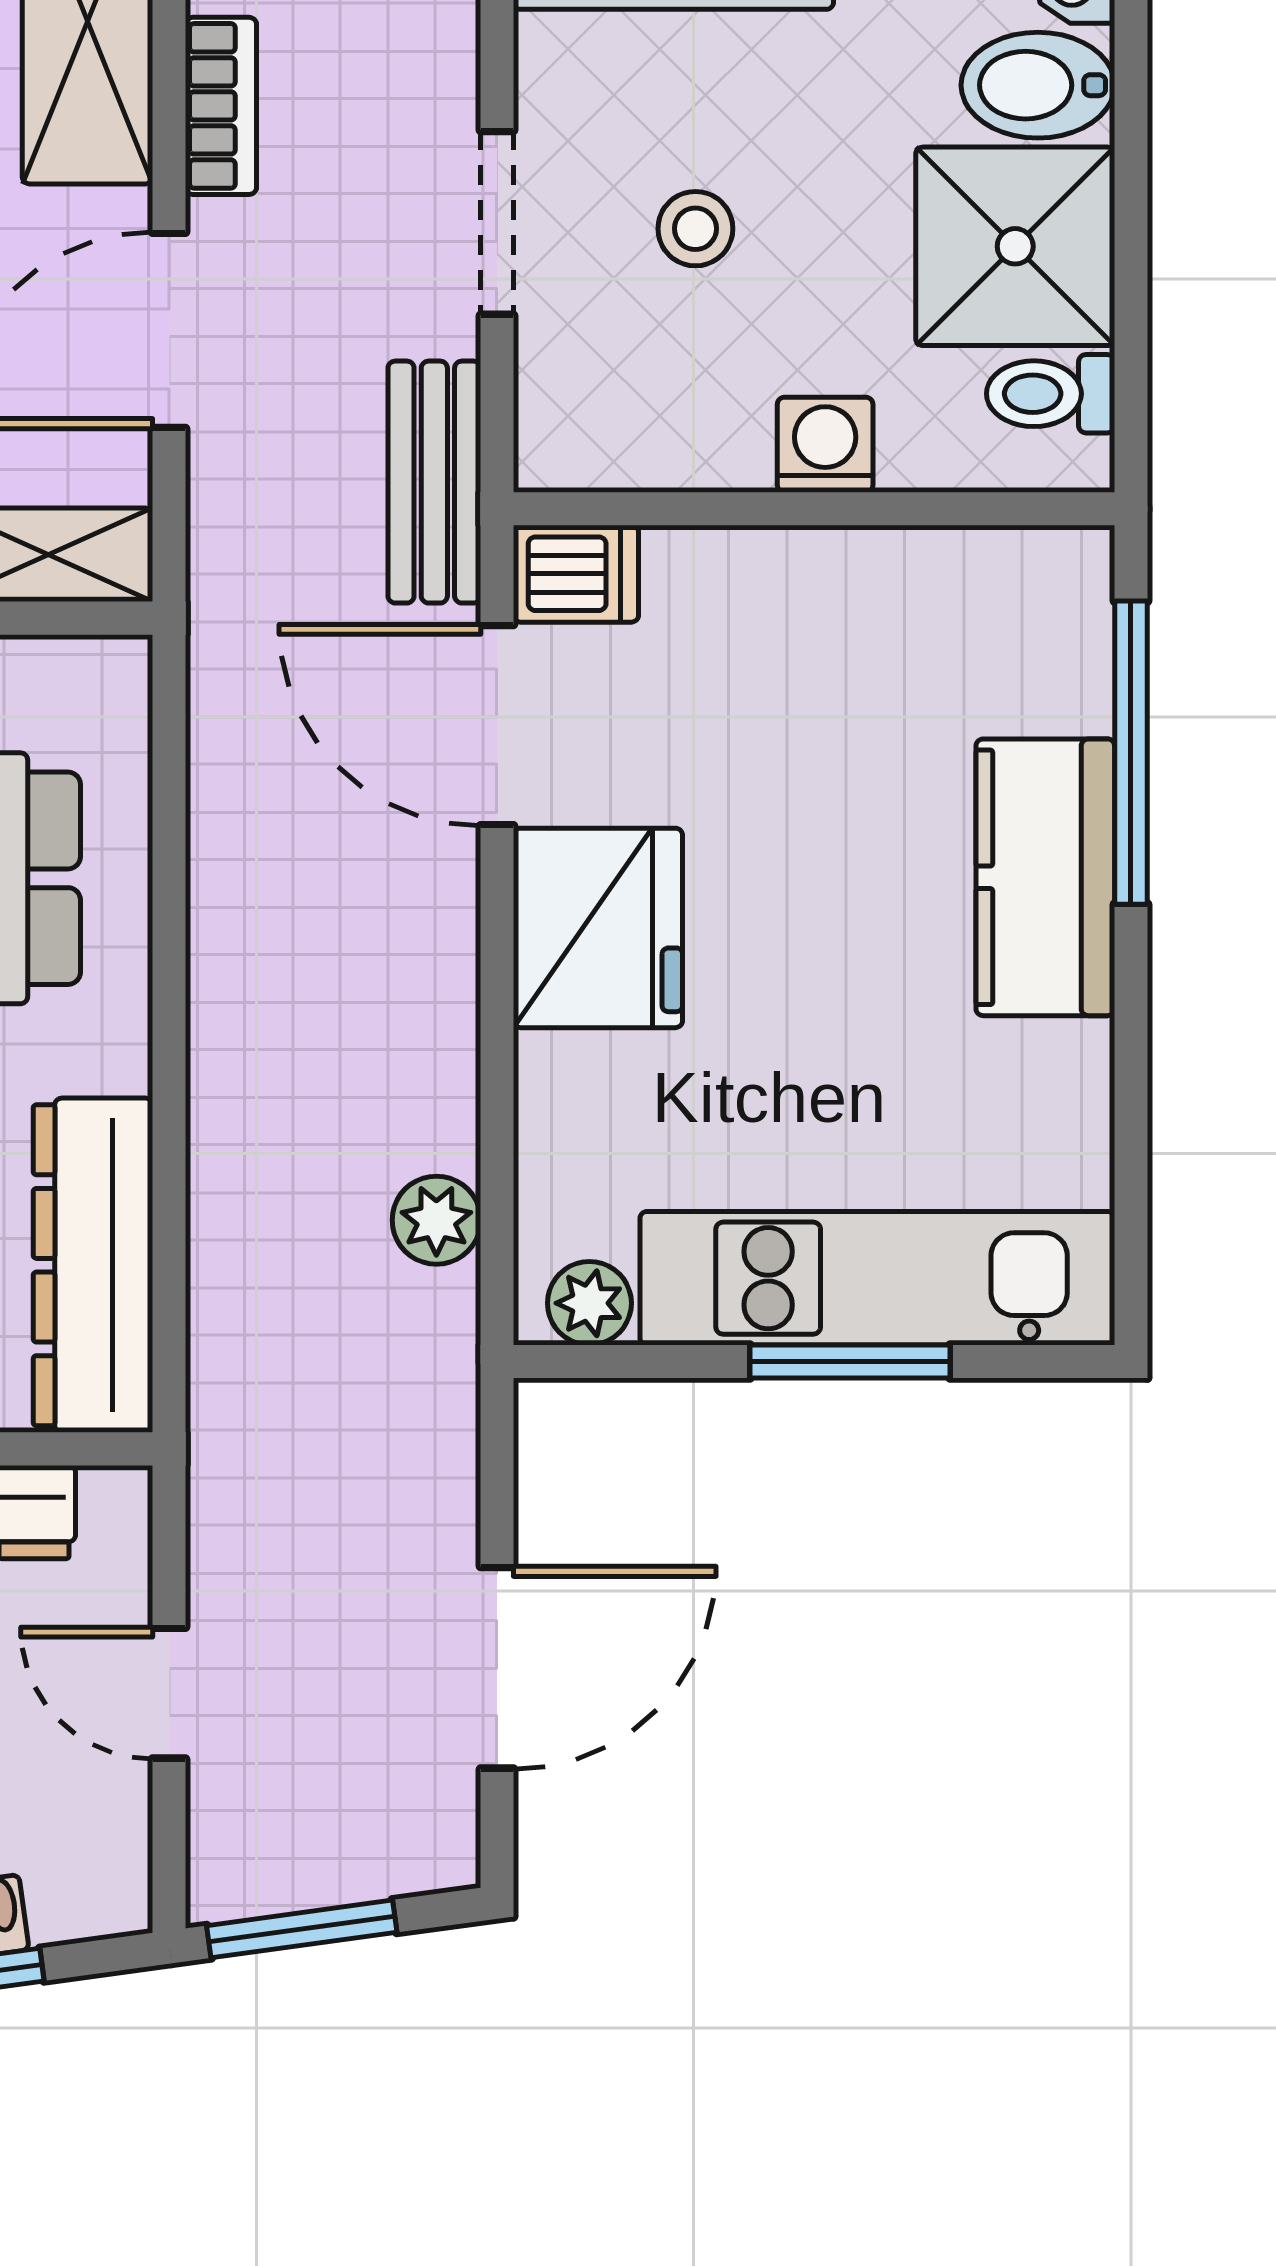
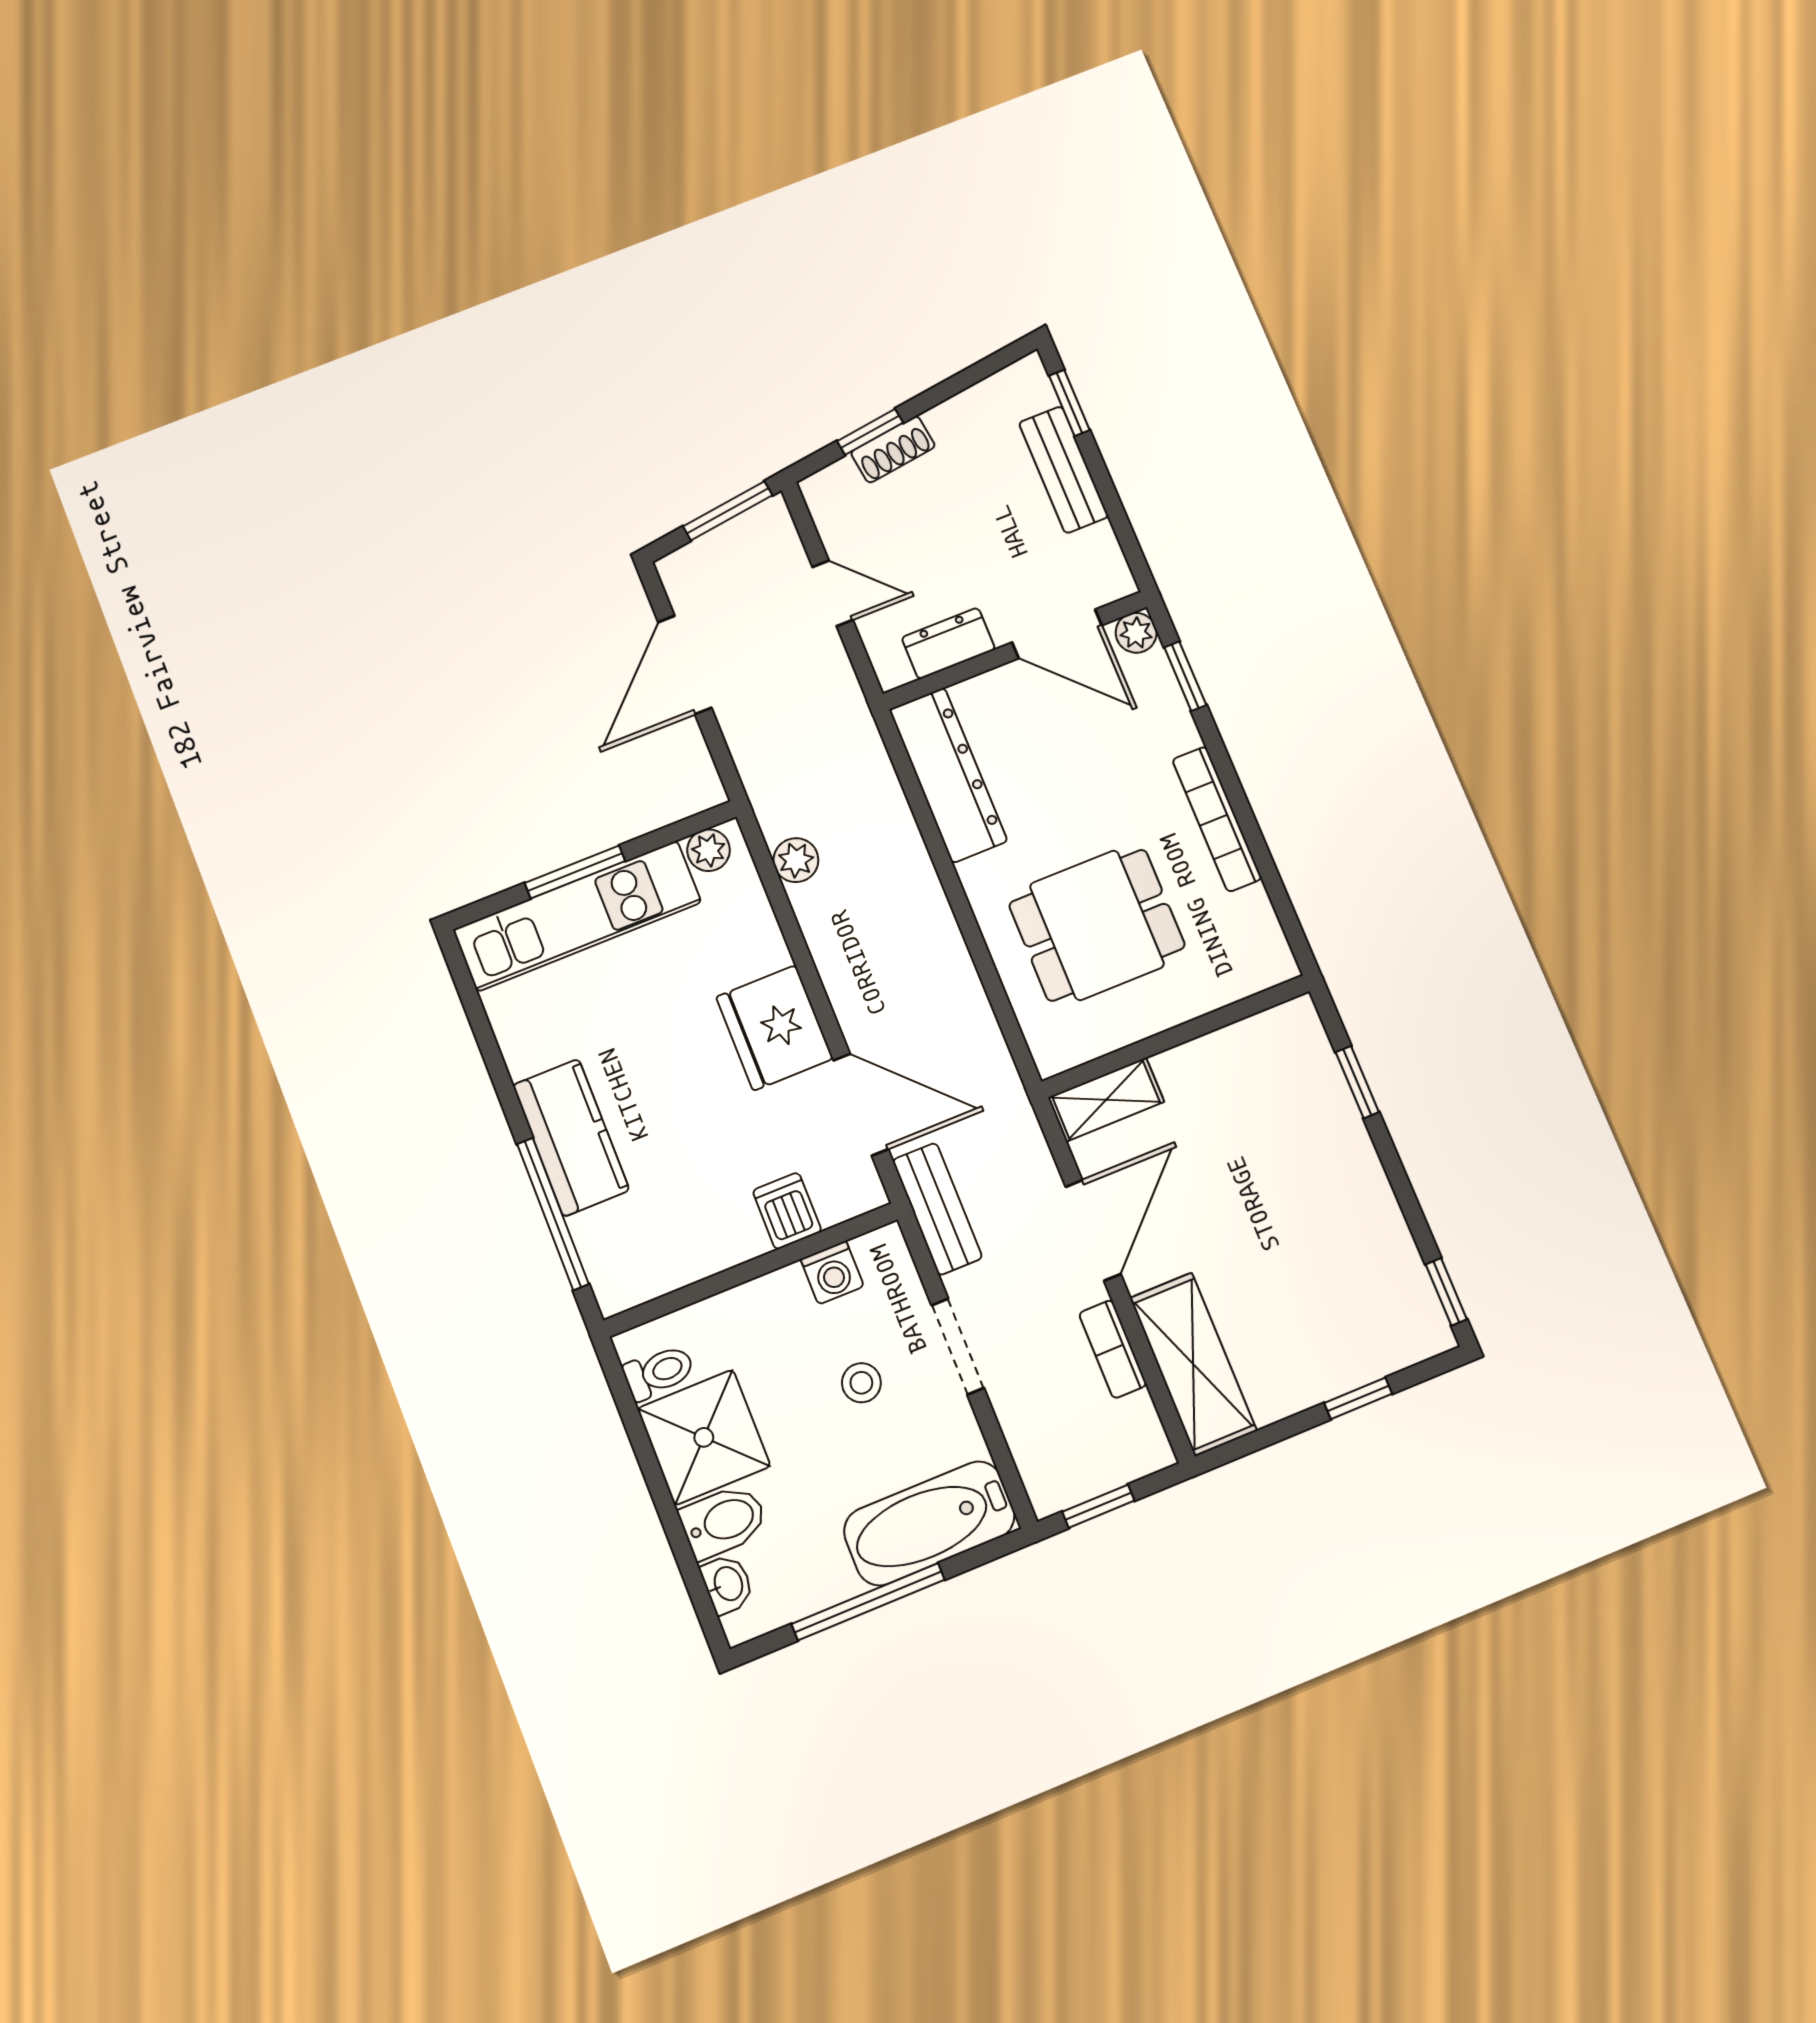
washing machine: (825, 445) -> (832, 1273), moved
dishwasher: (576, 574) -> (787, 1211), moved, turned 90

